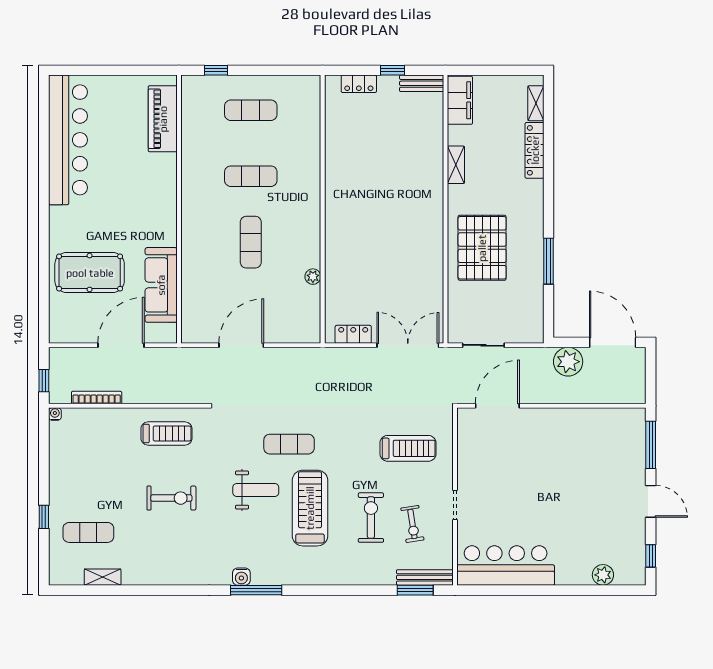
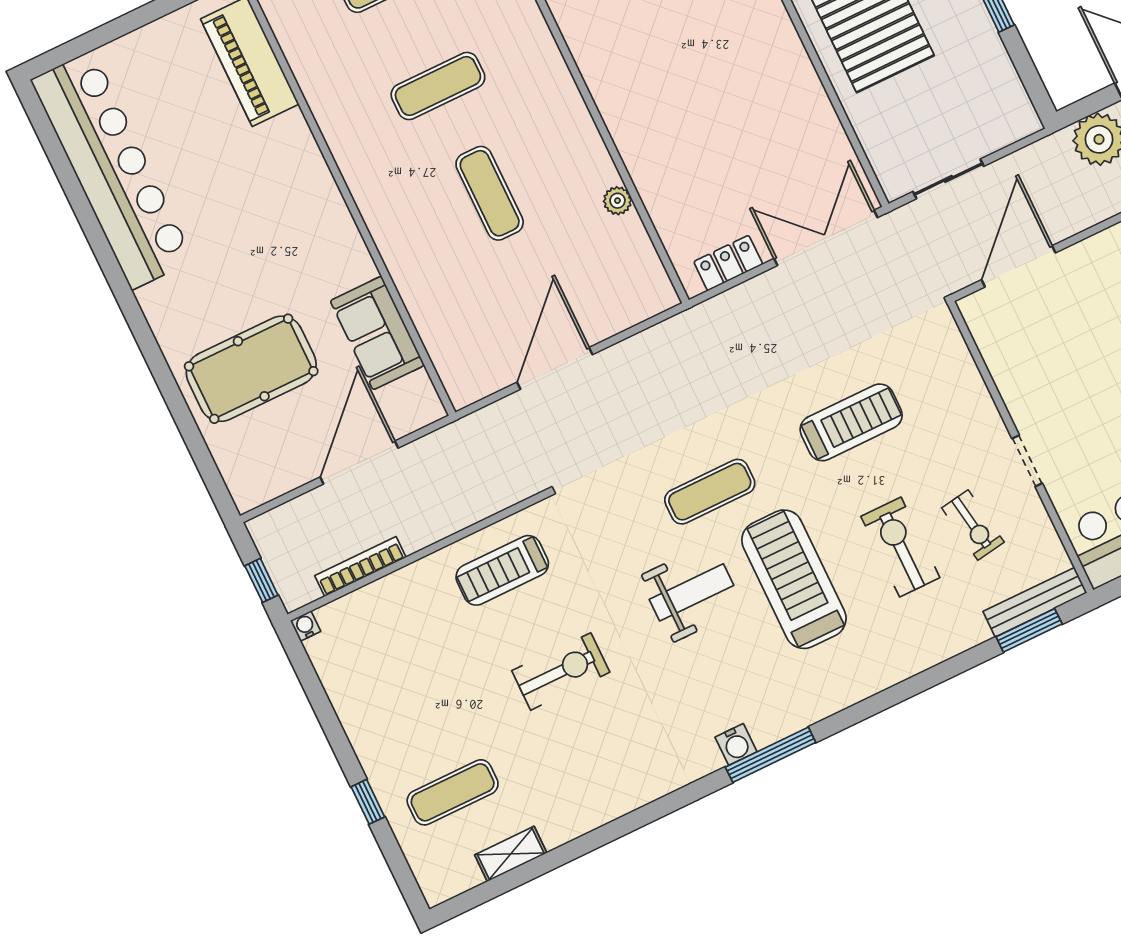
sofa: (161, 285) -> (377, 333), width x0.73
treadmill: (166, 433) -> (502, 570), turned 180
treadmill: (408, 448) -> (851, 422), moved

